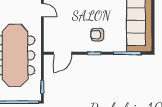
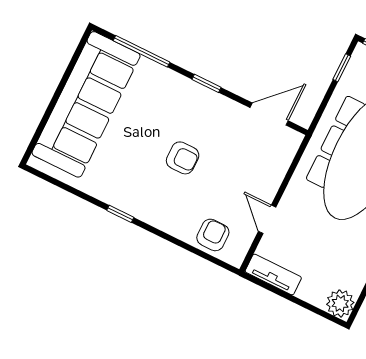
armchair: (97, 35) -> (183, 158), moved

